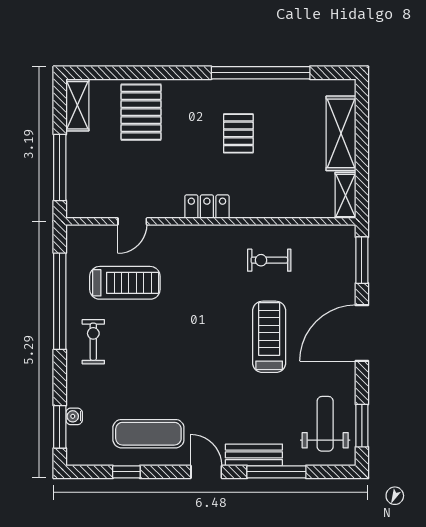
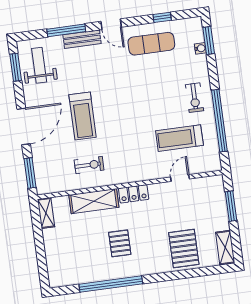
shelving: (341, 133) -> (94, 201), moved, turned 90
window: (60, 168) -> (231, 206), width x0.69
weight bench: (325, 424) -> (39, 65), turned 180

